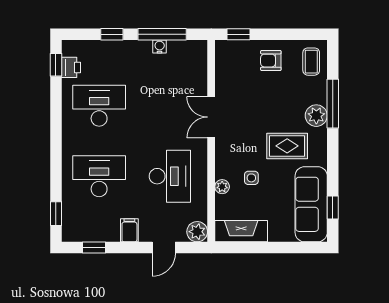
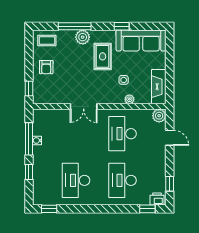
printer: (71, 67) -> (157, 199), moved
desk: (170, 176) -> (123, 134), turned -90
window: (333, 207) -> (122, 26), moved
filing cabinet: (129, 230) -> (158, 160), removed

